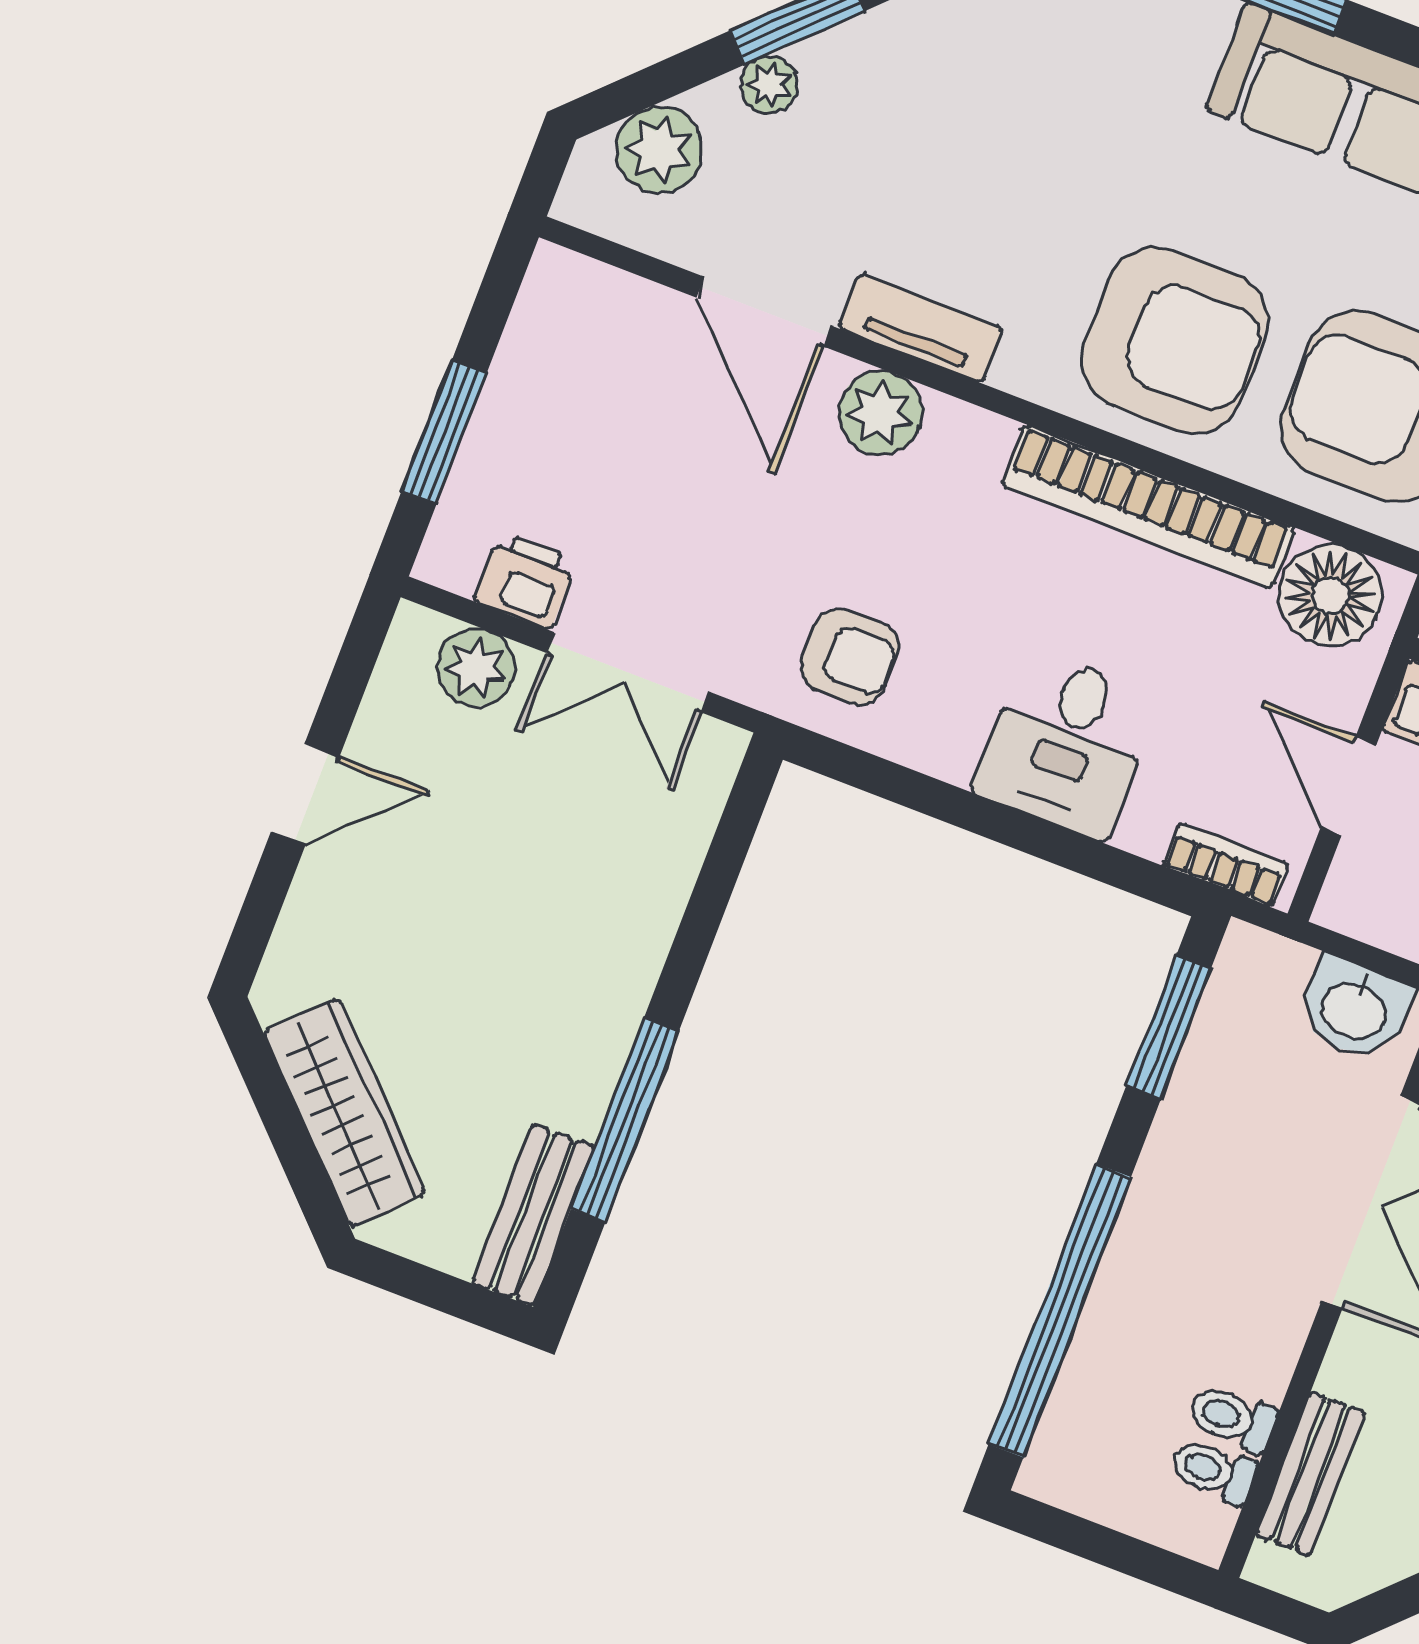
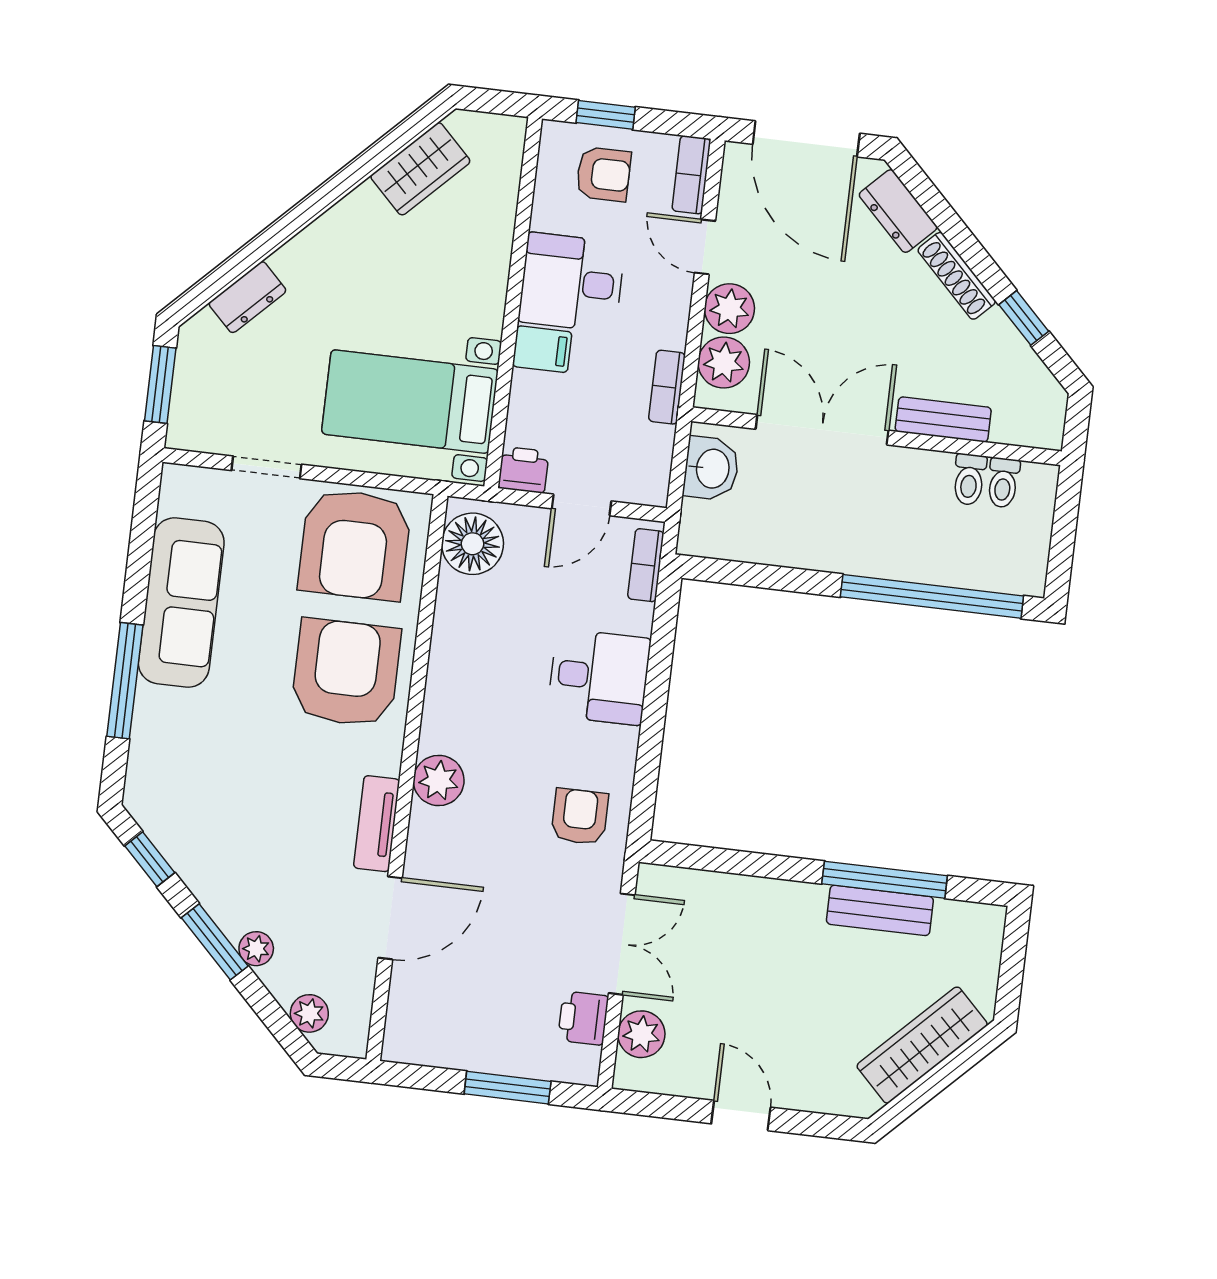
plant: (659, 150) -> (309, 1013), width x0.73, depth x0.73
plant: (880, 413) -> (439, 780), moved
bookcase: (1148, 506) -> (447, 664), removed
window: (1169, 1027) -> (749, 575), removed
bench: (533, 1215) -> (880, 910), moved
bench: (1311, 1474) -> (943, 420), moved

